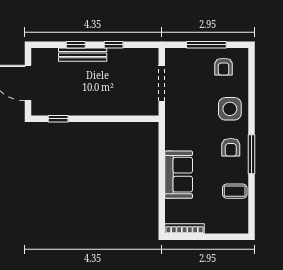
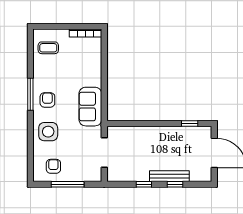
sofa: (179, 175) -> (90, 107), moved
coffee table: (235, 191) -> (48, 48), moved

